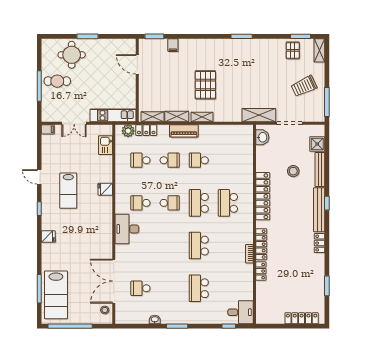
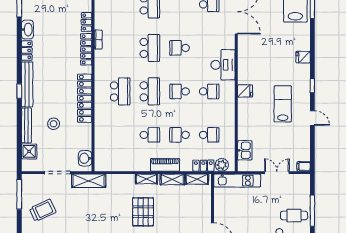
fridge: (105, 189) -> (245, 91), moved
school desk: (170, 246) -> (180, 48), added
washbasin: (319, 264) -> (27, 30), added

